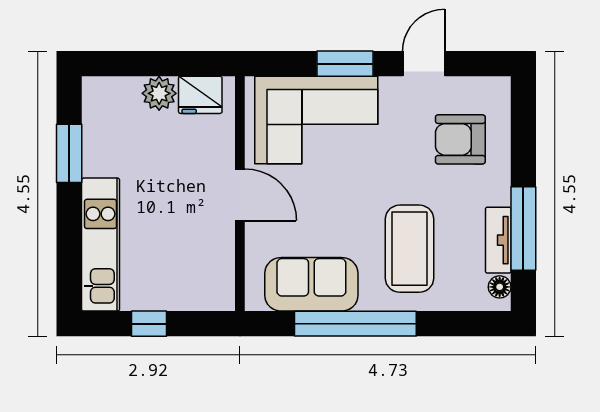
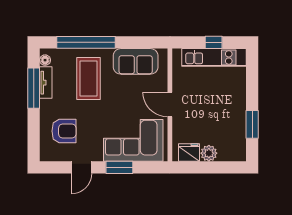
kitchen unit: (101, 245) -> (214, 57), moved, turned -90
window: (355, 324) -> (86, 42), moved

